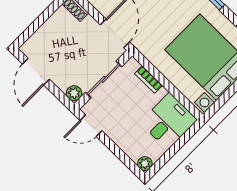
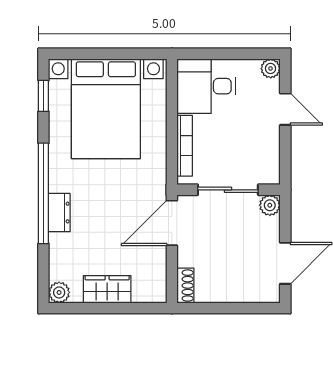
bookcase: (148, 79) -> (185, 146), width x1.56
door: (91, 126) -> (285, 109), moved

